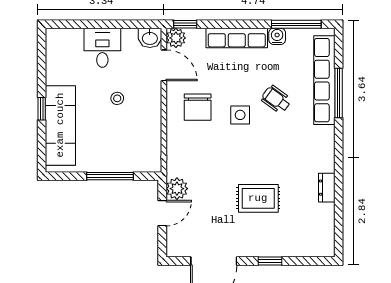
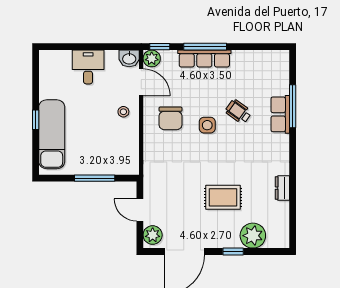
window: (296, 24) -> (205, 47), moved
water cooler: (277, 36) -> (239, 57), removed
row of seats: (324, 80) -> (280, 114), width x0.50
stool: (117, 98) -> (123, 112), moved
plant: (177, 189) -> (153, 235), moved
door: (162, 213) -> (140, 210), swing flipped
plant: (293, 243) -> (253, 236), added

